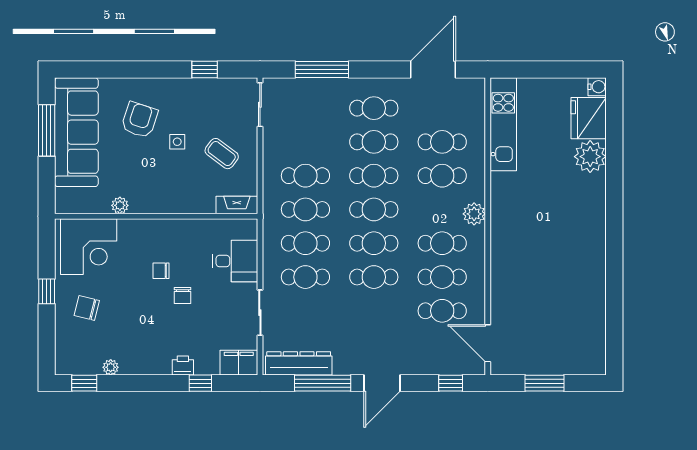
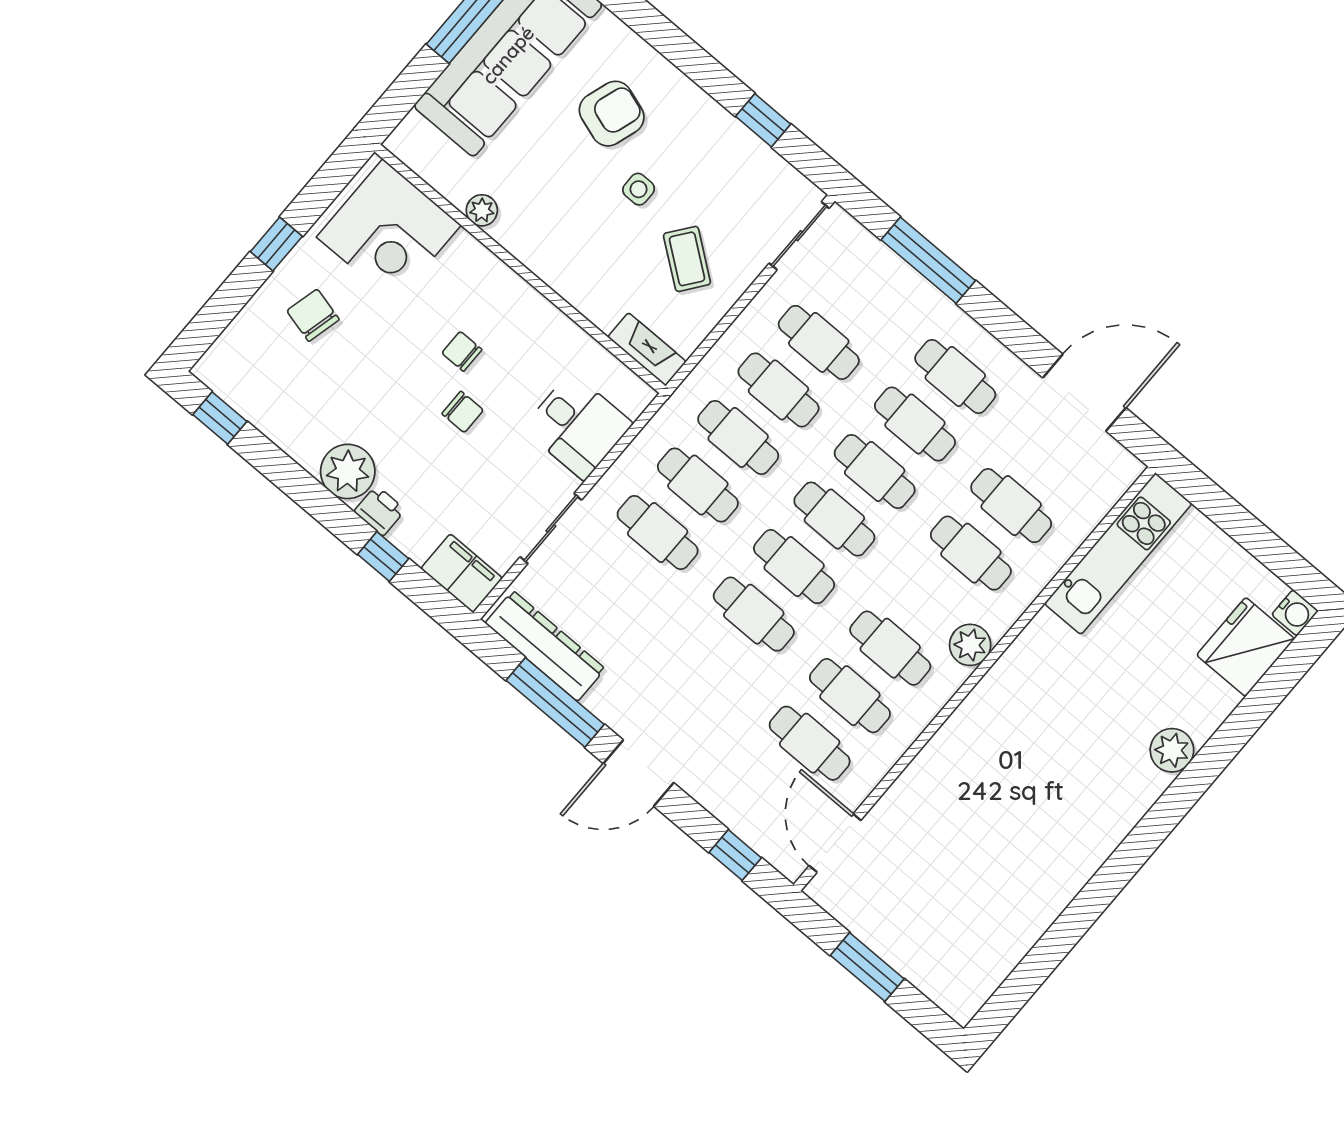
cafe table: (305, 142) -> (819, 342), added
plant: (590, 157) -> (1172, 750), moved, width x0.73, depth x0.73
chair: (183, 296) -> (463, 412), turned -90
plant: (111, 367) -> (348, 471), moved, width x1.87, depth x1.87

